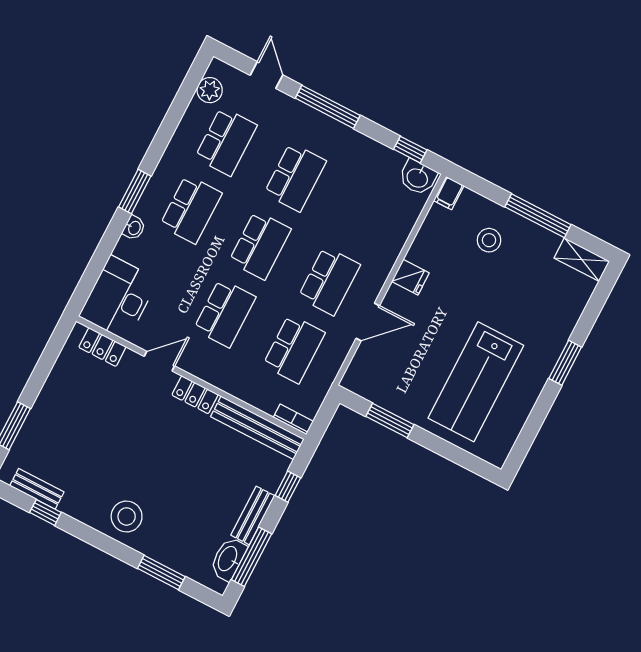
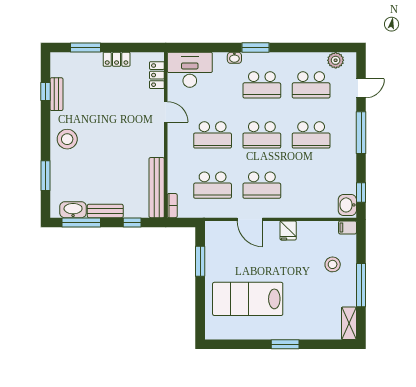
locker: (195, 395) -> (117, 59), moved, turned -90
bench: (37, 489) -> (56, 94), moved

